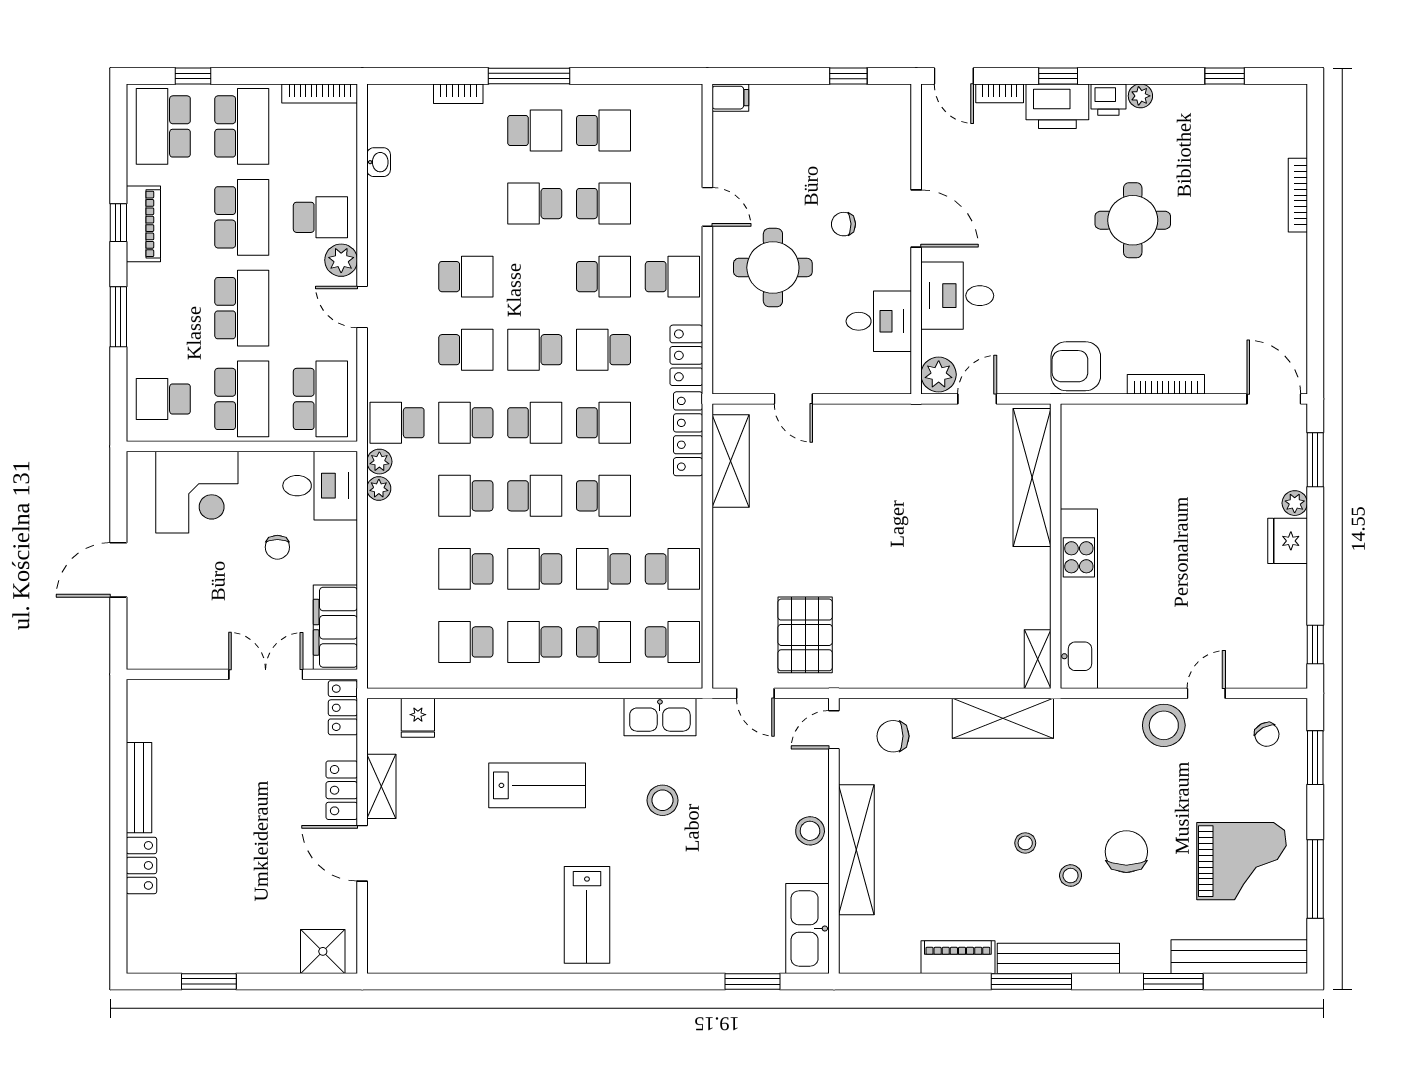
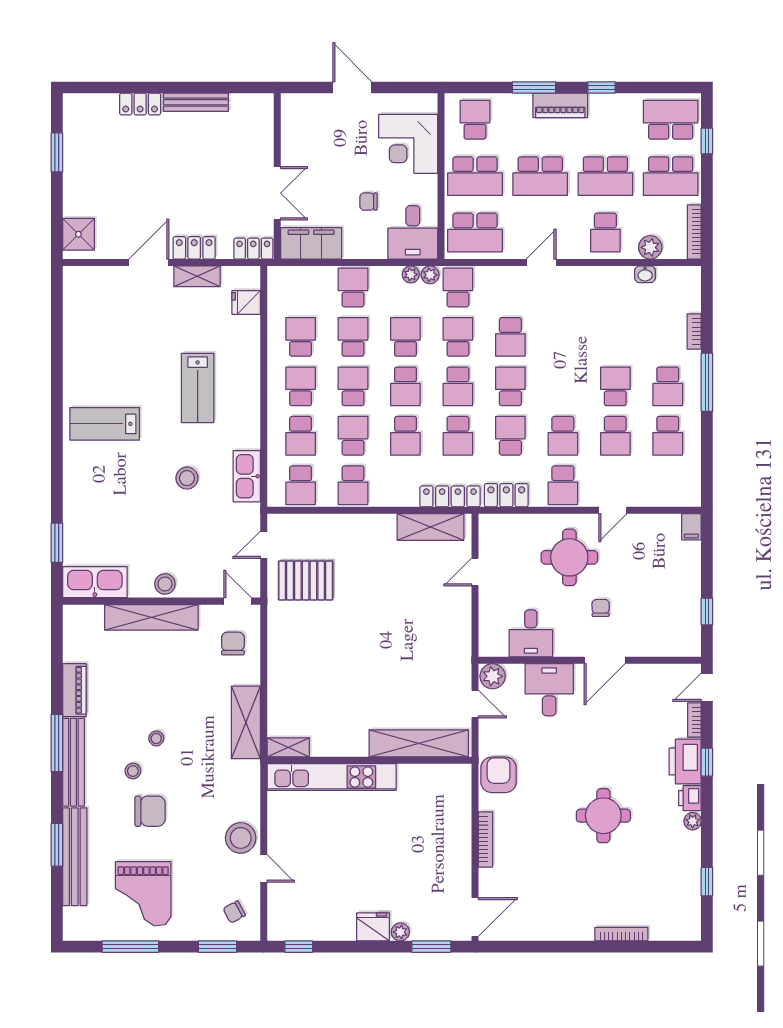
piano: (143, 224) -> (560, 105), moved
plant: (341, 260) -> (650, 247), moved
school desk: (466, 277) -> (353, 288), moved, turned 180
bench: (1239, 957) -> (75, 857), moved

